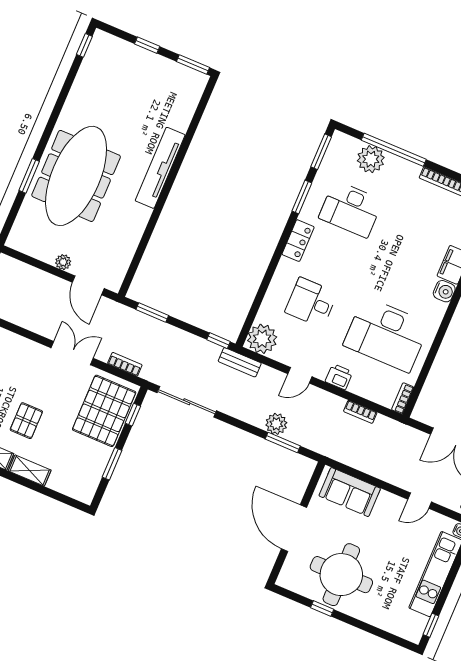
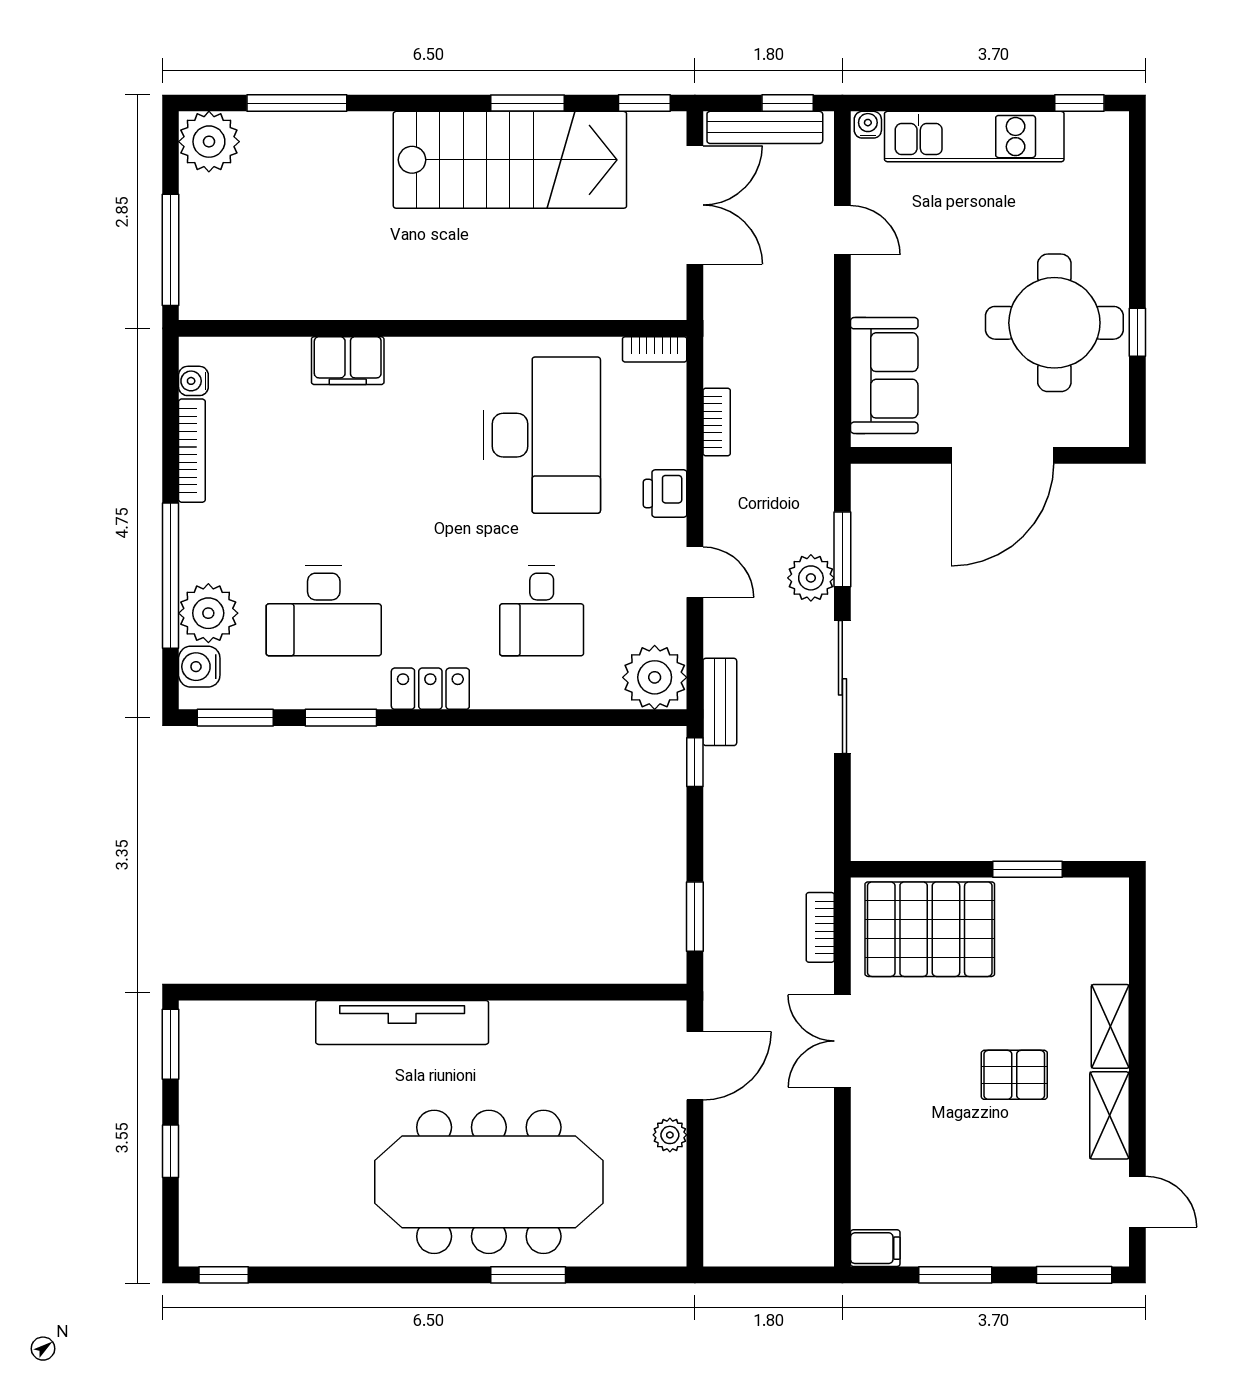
desk: (351, 209) -> (324, 611), turned 90
water cooler: (444, 291) -> (199, 667), moved, turned -90
sliding door: (187, 402) -> (842, 687), moved
window: (133, 415) -> (913, 869), removed

